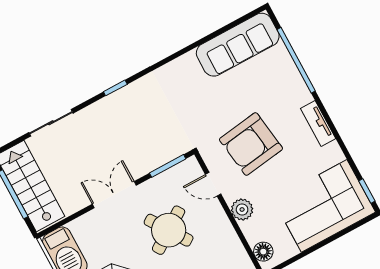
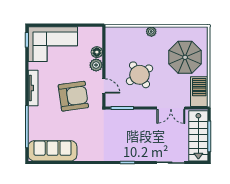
tv unit: (318, 123) -> (33, 88), width x1.41
double door: (114, 195) -> (171, 108), moved
floor lamp: (263, 252) -> (97, 52), moved

